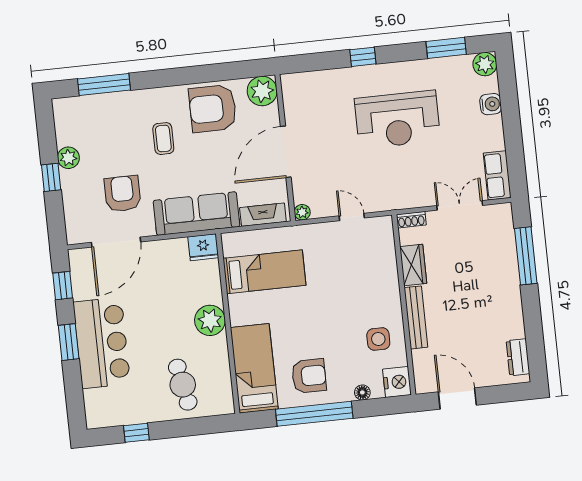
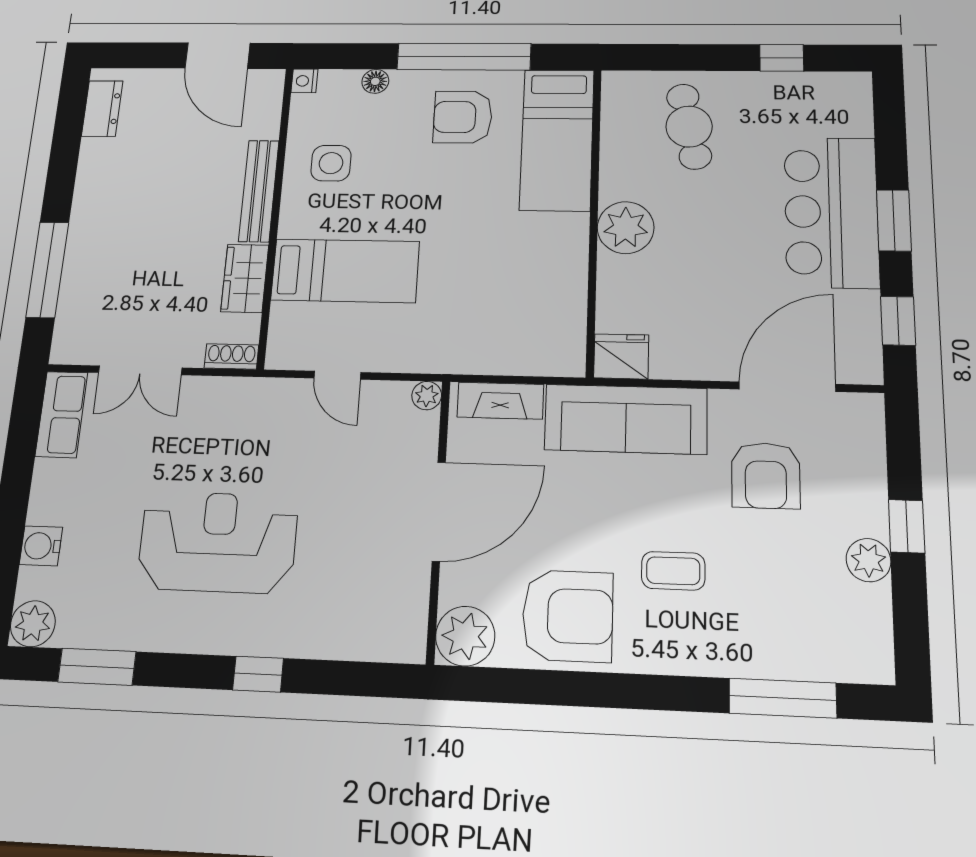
coffee table: (163, 139) -> (673, 571), turned 90
bed: (264, 272) -> (345, 271), moved, turned 180
nightstand: (397, 382) -> (304, 81), width x0.53, depth x0.56

